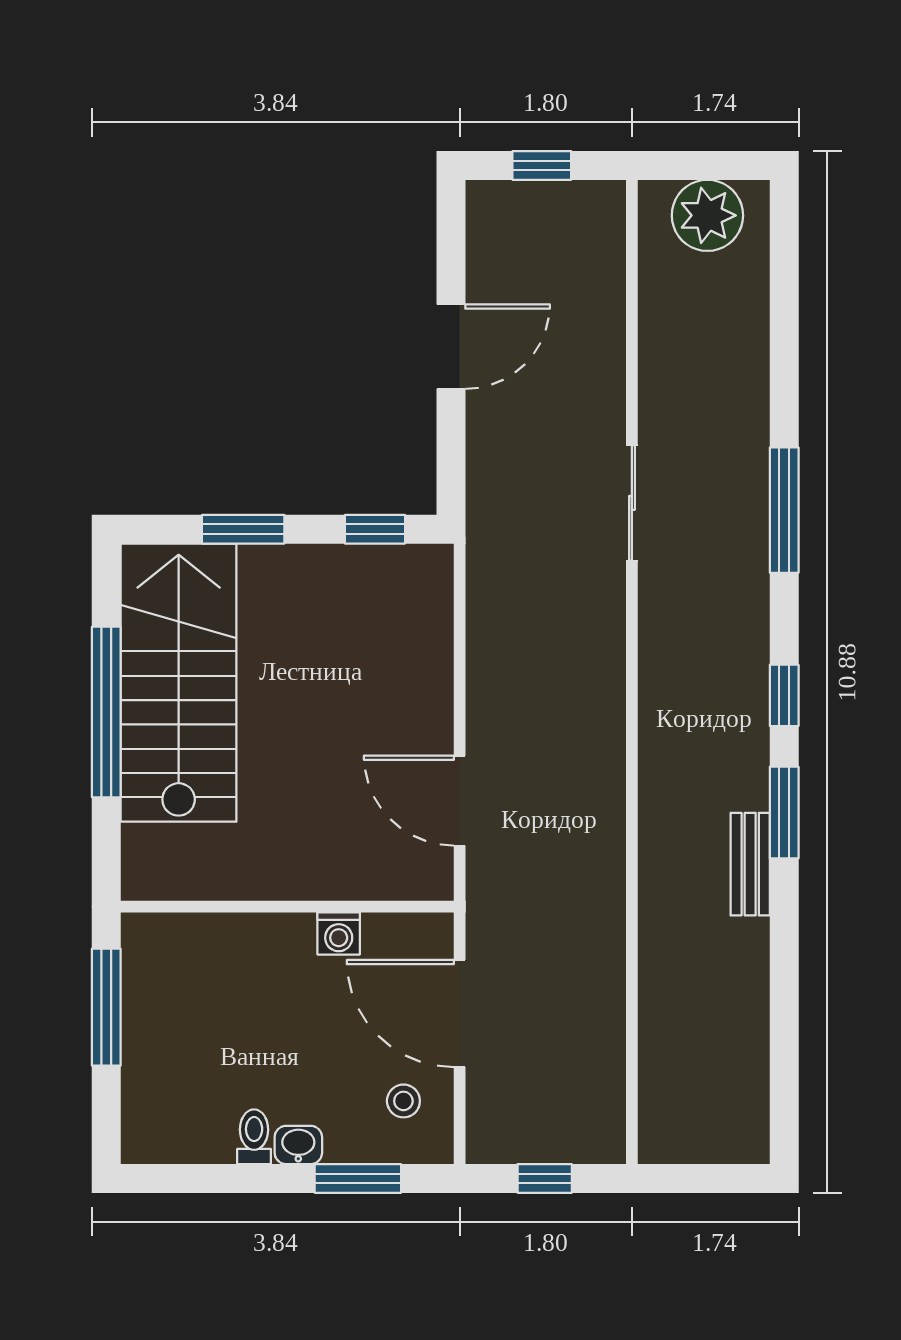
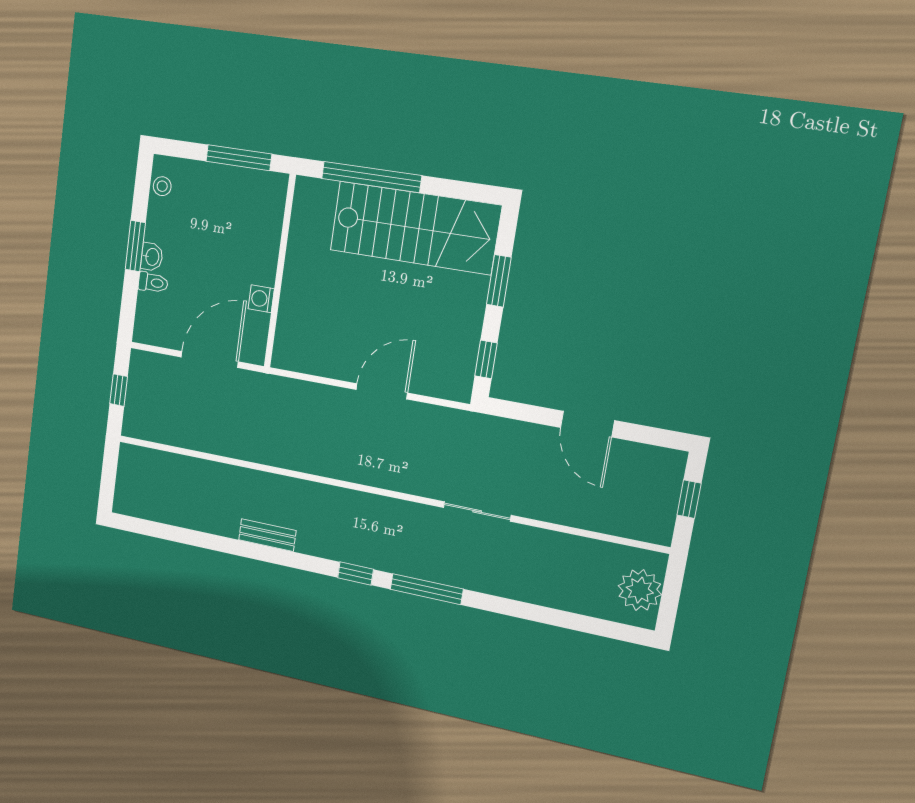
window: (784, 510) -> (427, 589), moved
window: (106, 712) -> (371, 177), moved
door: (460, 801) -> (382, 391), moved
window: (784, 813) -> (292, 560), removed
stool: (403, 1101) -> (162, 186), moved
toilet: (254, 1137) -> (153, 282), moved
window: (358, 1178) -> (135, 246), moved

